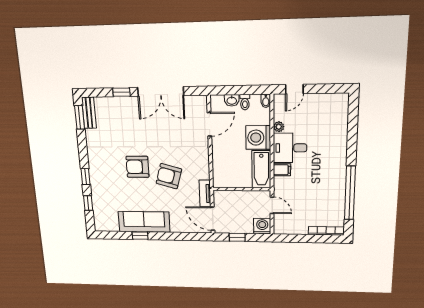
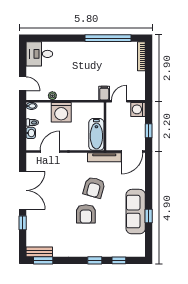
door: (209, 124) -> (50, 152), hinge flipped
desk: (290, 148) -> (39, 54), moved, turned 90
bathtub: (261, 169) -> (96, 134), moved, turned 90
filing cabinet: (282, 170) -> (104, 93), moved
tv unit: (205, 193) -> (104, 157), width x1.41

